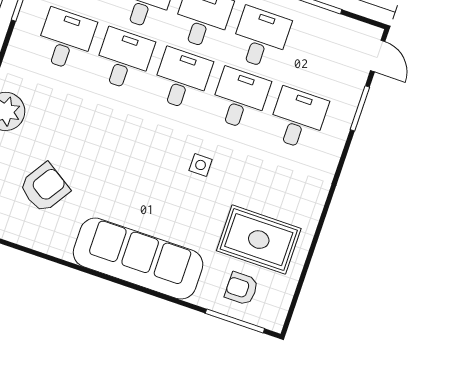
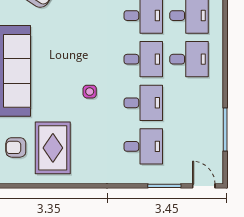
desk: (260, 38) -> (189, 103), removed
door: (378, 56) -> (204, 186), swing flipped
armchair: (241, 289) -> (16, 147), turned -90

